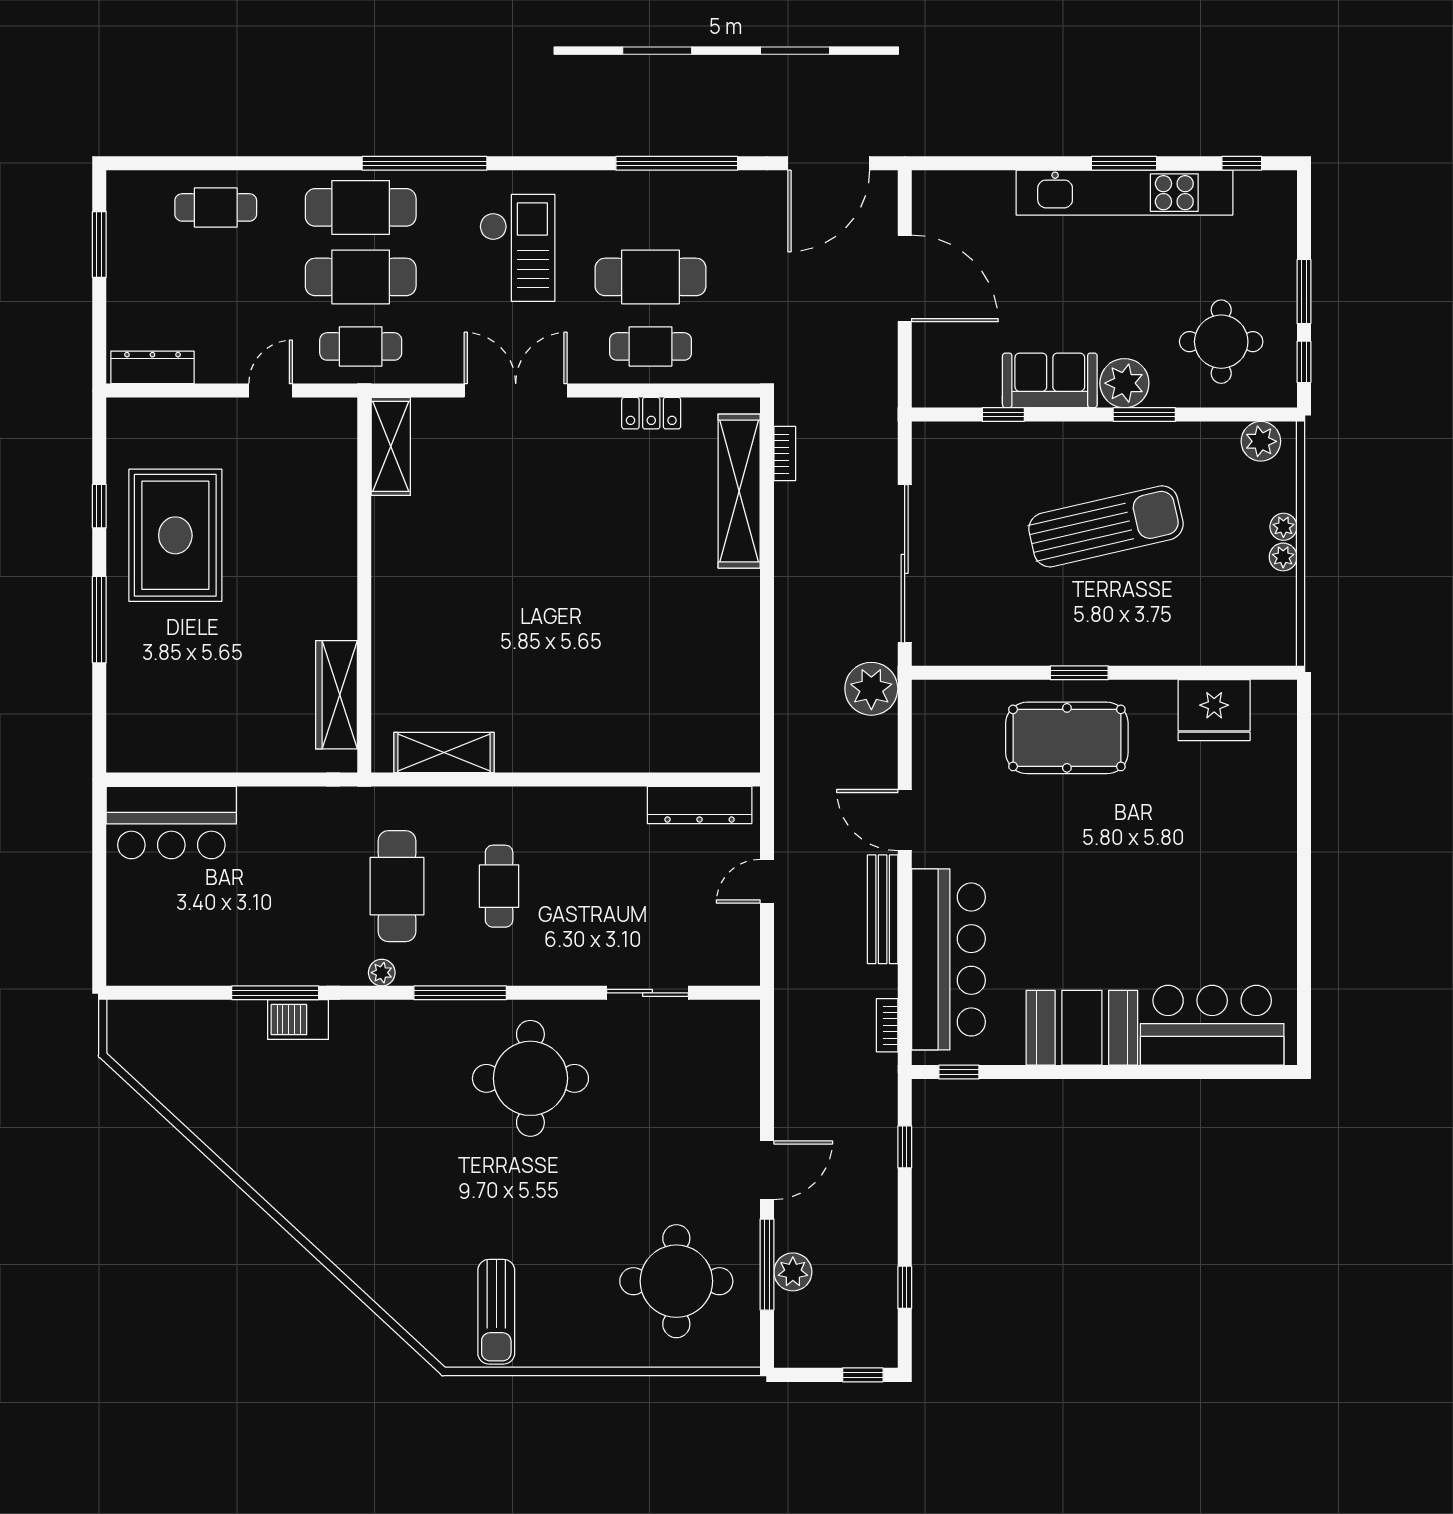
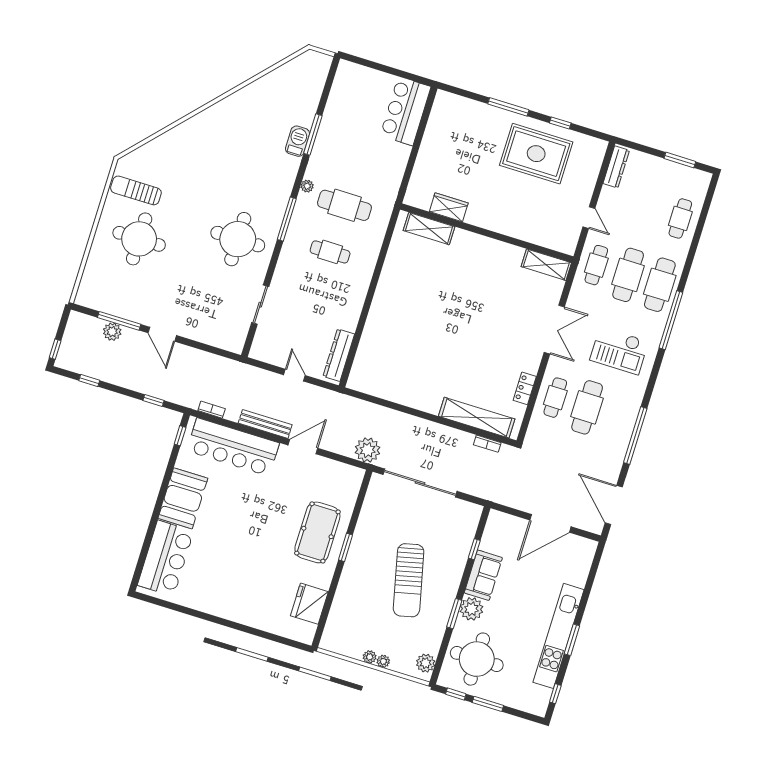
round table: (1221, 342) -> (477, 659), width x1.36, depth x1.36
wardrobe: (336, 695) -> (449, 207), width x0.67
shelving: (444, 752) -> (429, 229), moved, turned 90
round table: (676, 1281) -> (139, 239), moved

